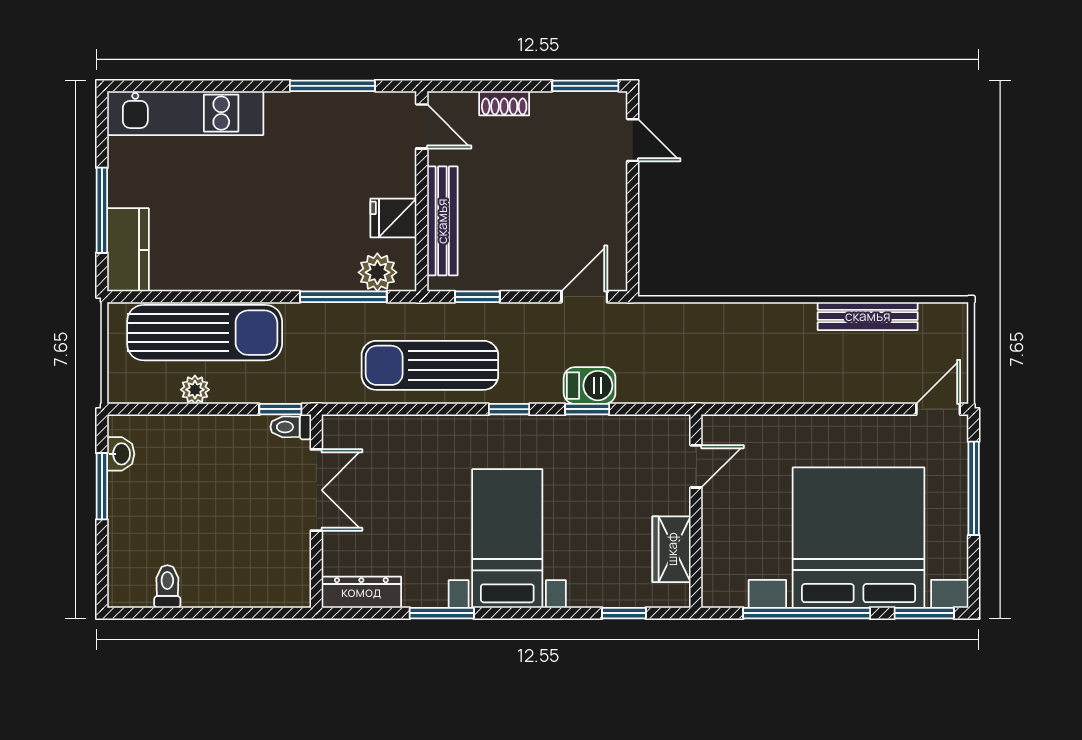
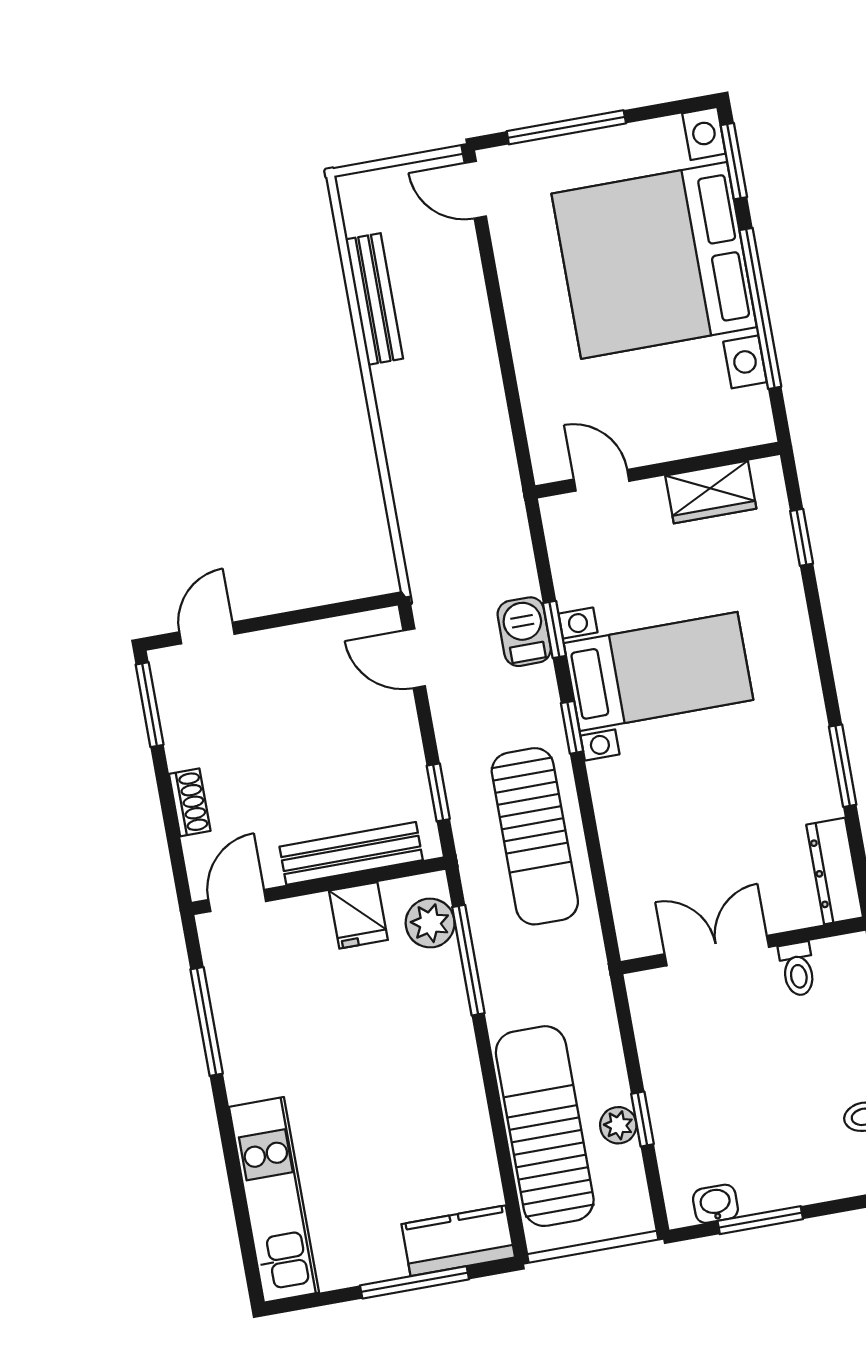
window: (280, 409) -> (642, 1119), moved
toilet: (291, 427) -> (798, 969), moved
bed with nightstands: (507, 539) -> (658, 671), moved, turned 180

